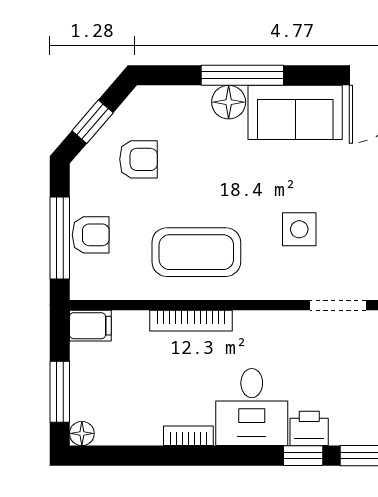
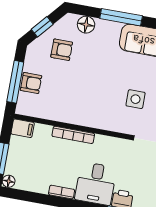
floor lamp: (229, 102) -> (86, 25), moved
coffee table: (196, 252) -> (82, 101), removed

